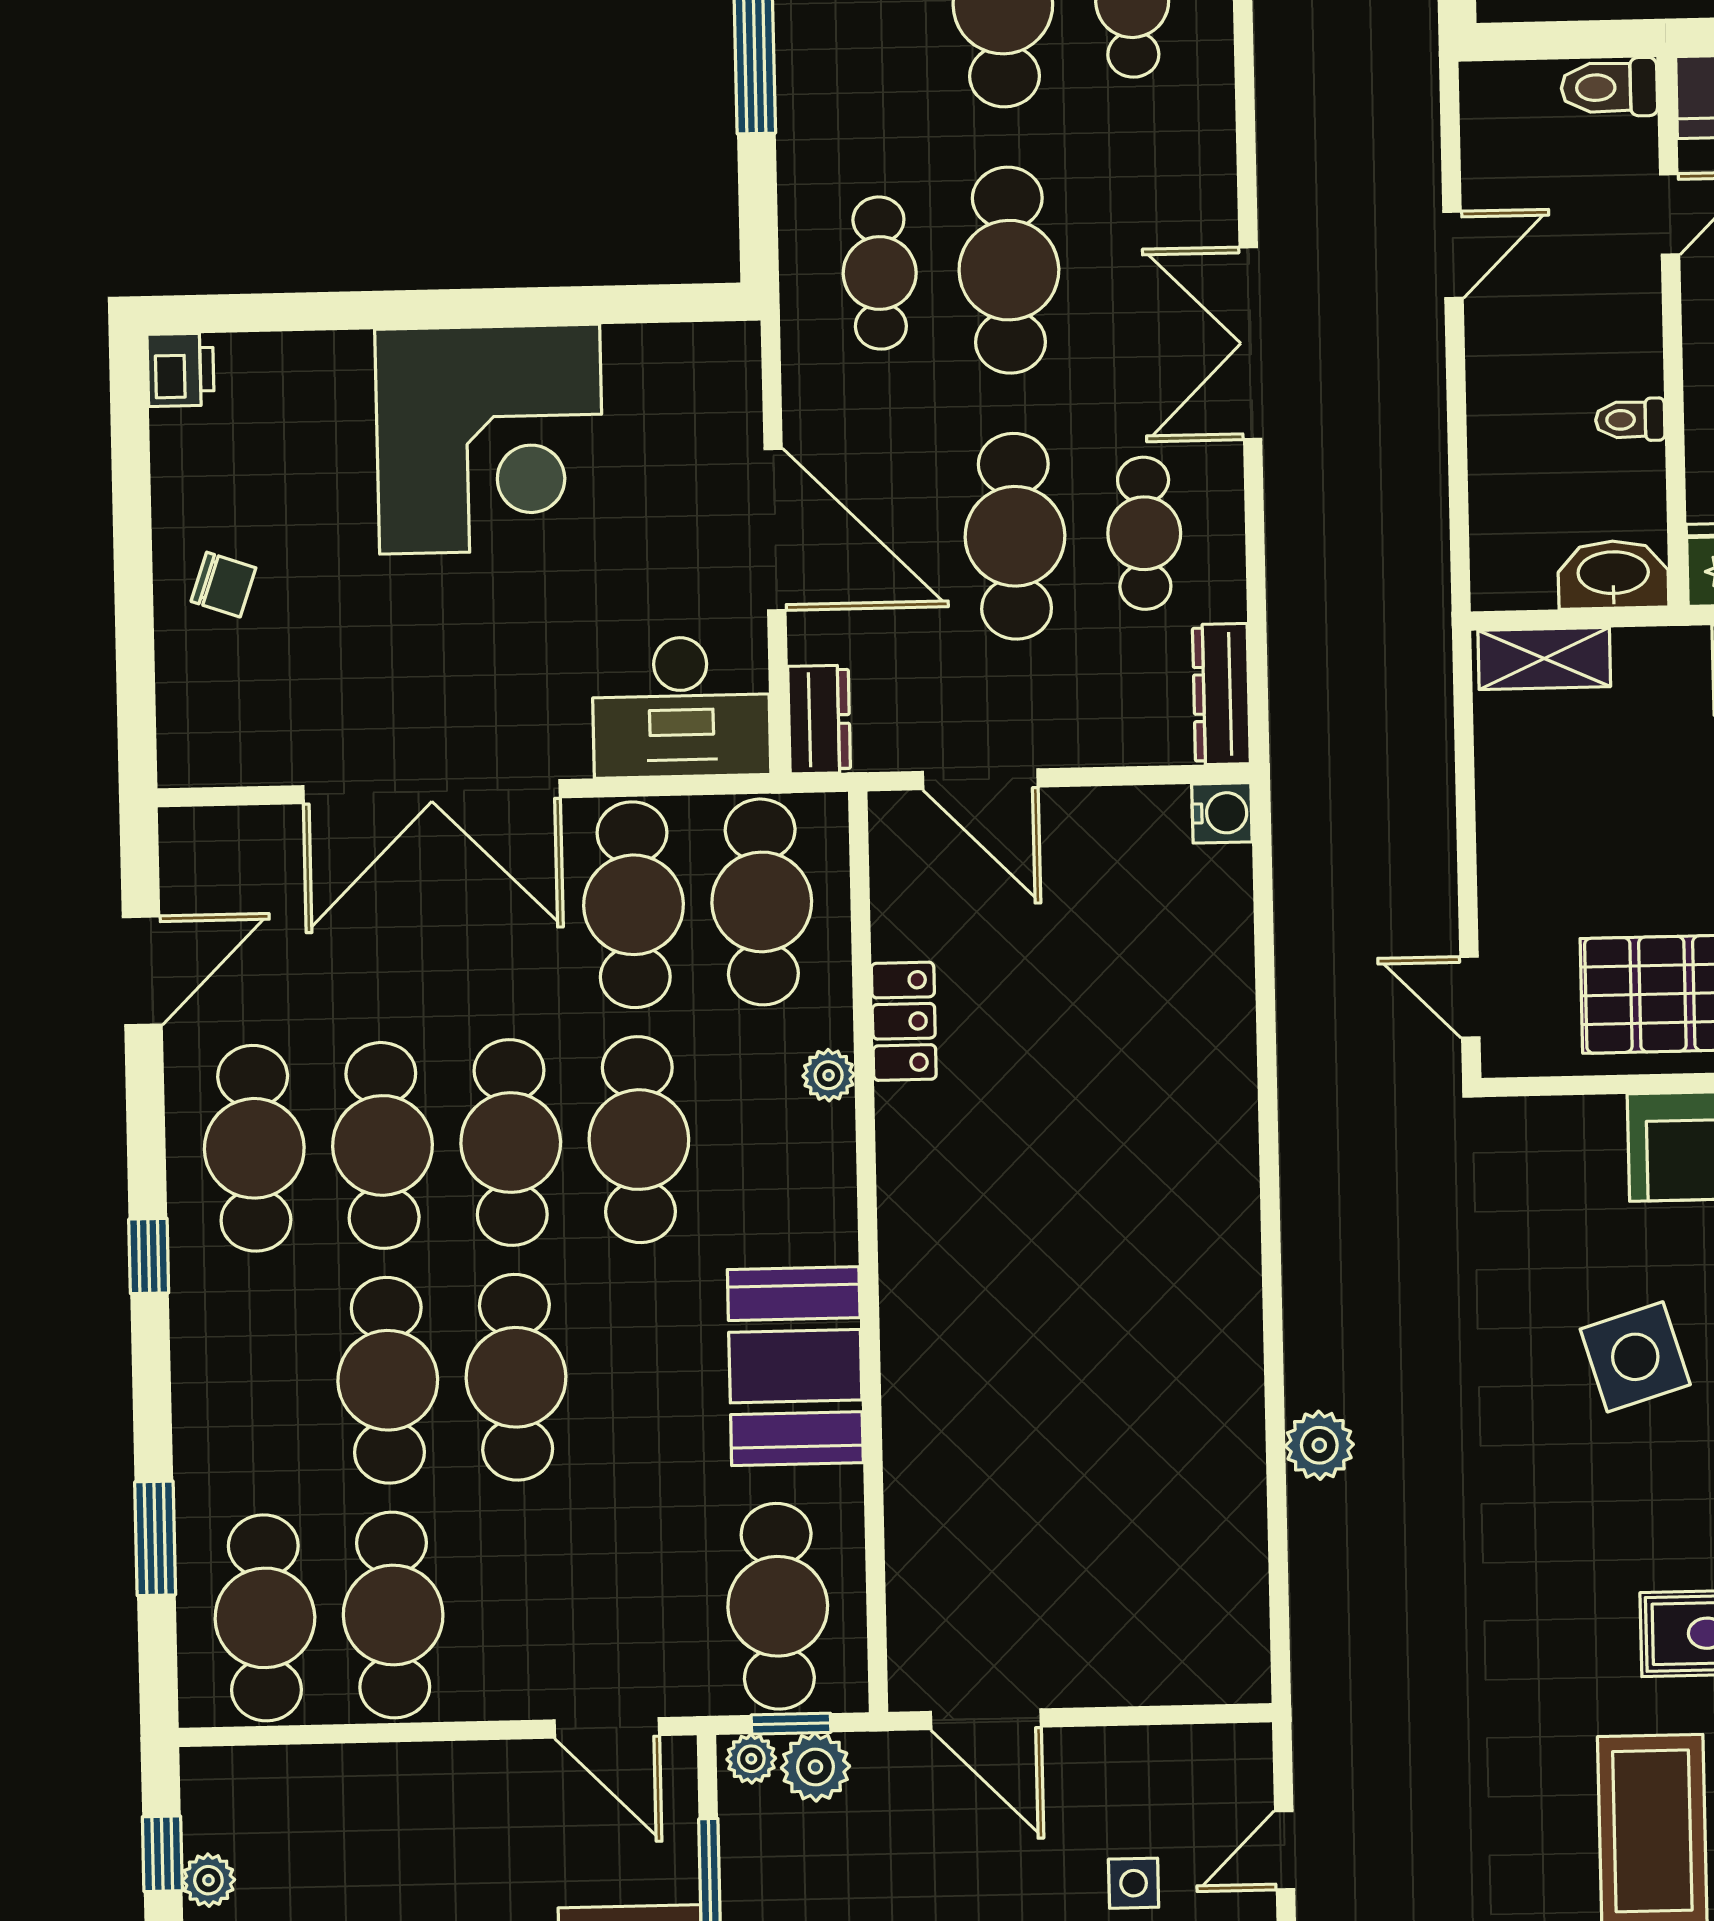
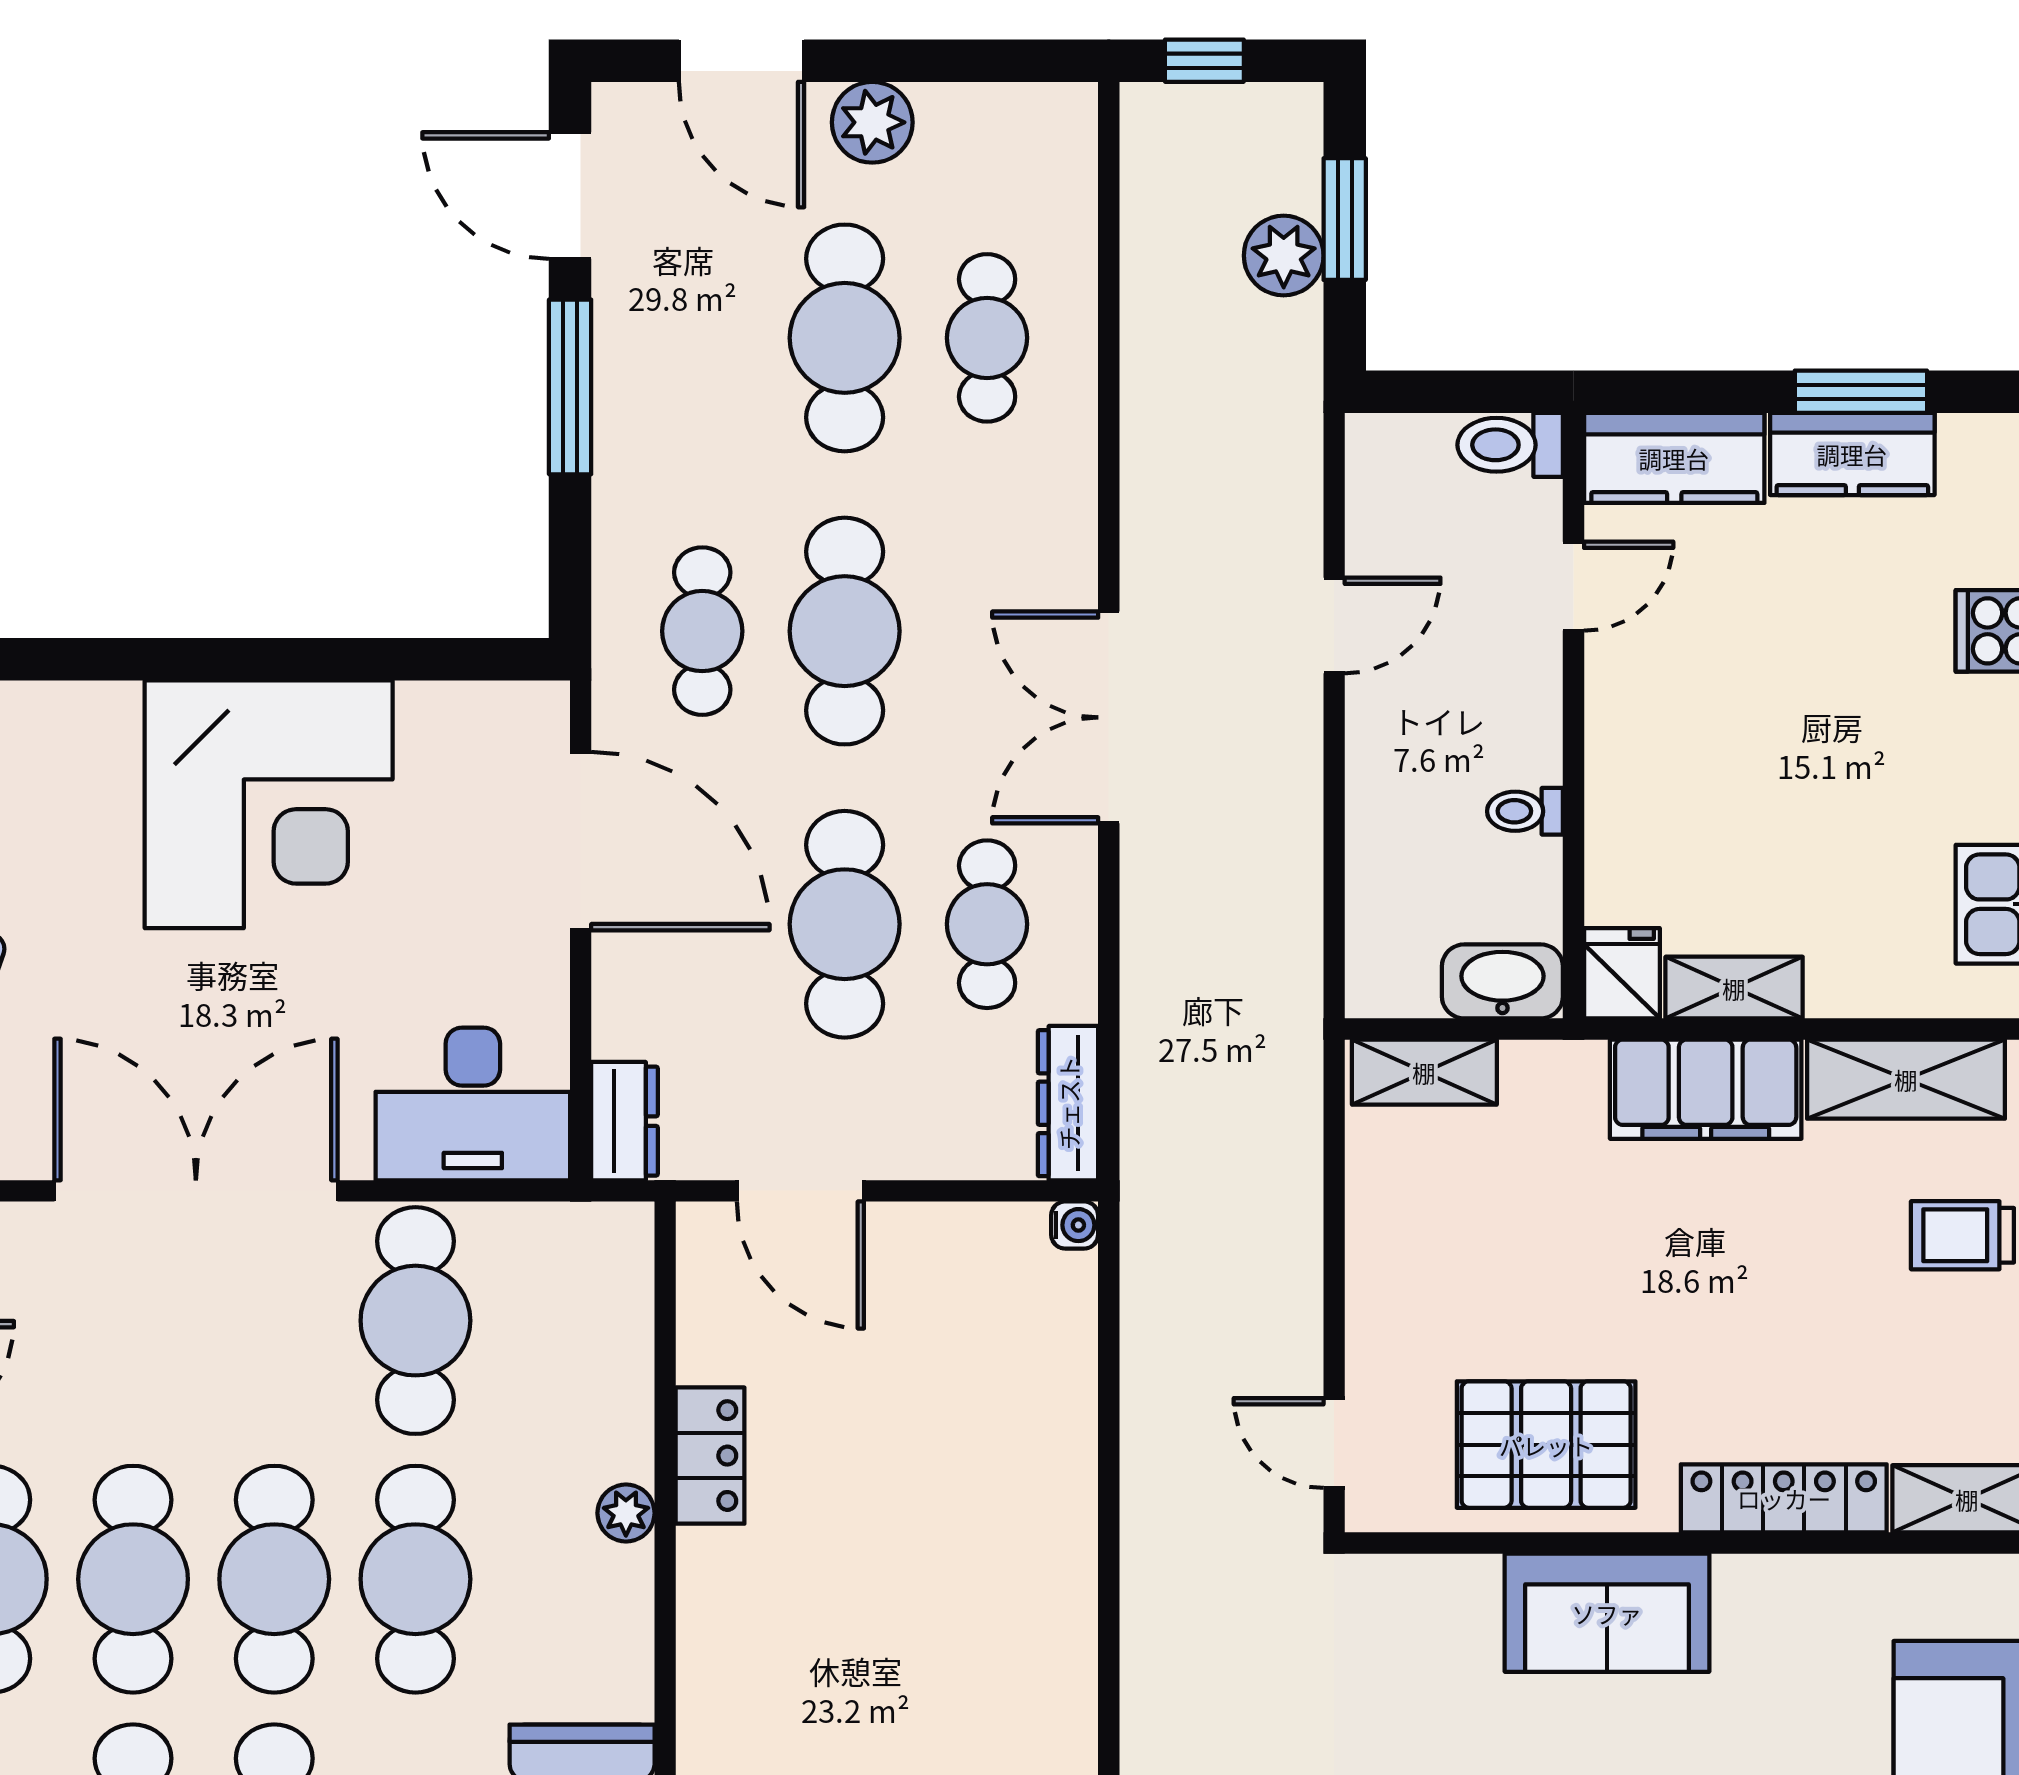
door: (775, 530) -> (581, 841), moved
double door: (432, 792) -> (196, 1191), swing flipped
water cooler: (1222, 813) -> (1075, 1225), width x0.72, depth x0.72
cafe table: (762, 902) -> (557, 1321), removed

